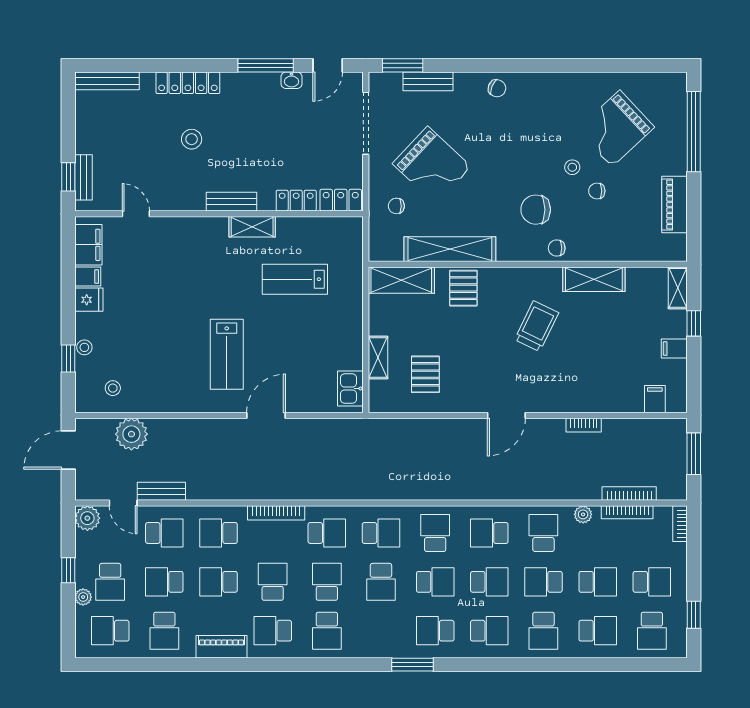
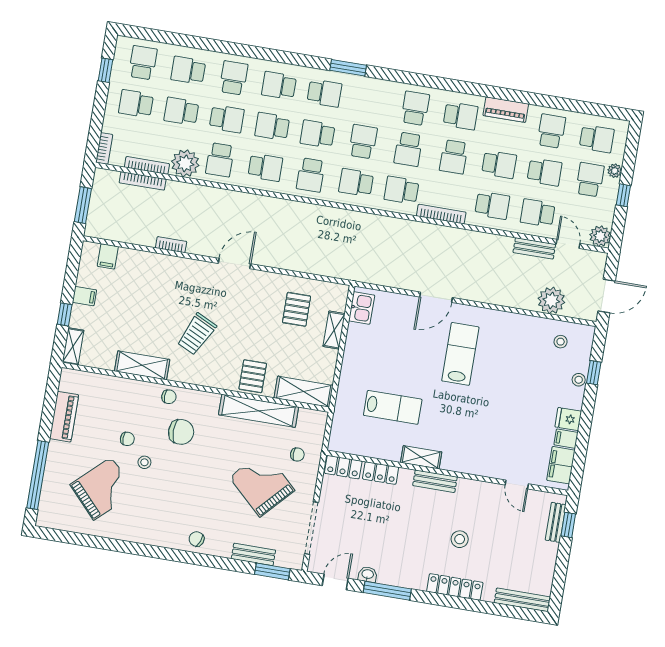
plant: (583, 514) -> (185, 163), width x1.88, depth x1.88

